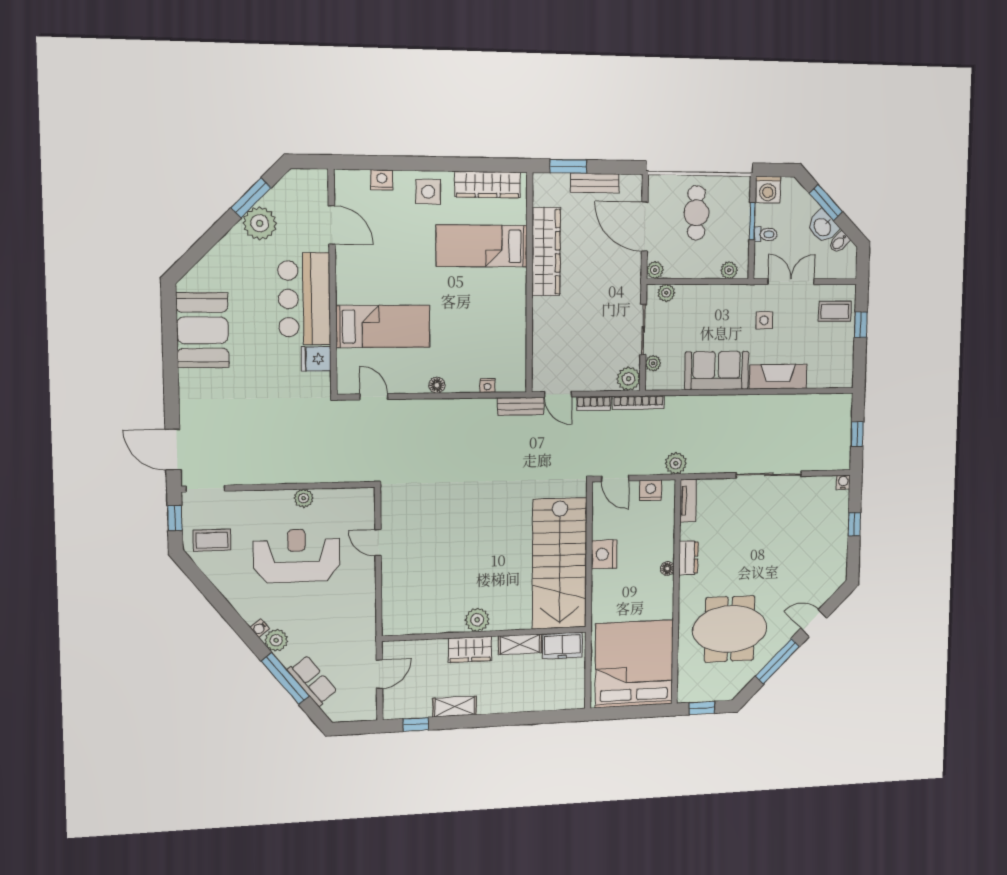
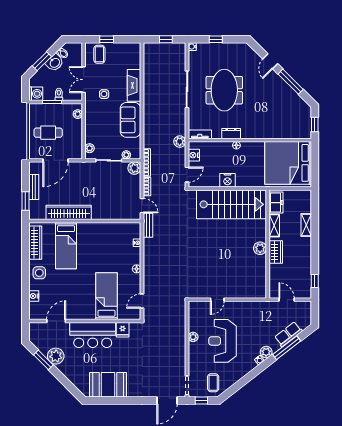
plant: (655, 270) -> (78, 154), removed
door: (558, 394) -> (142, 206), hinge flipped
meeting table: (730, 629) -> (224, 90), moved
shelving: (455, 707) -> (306, 225), moved

